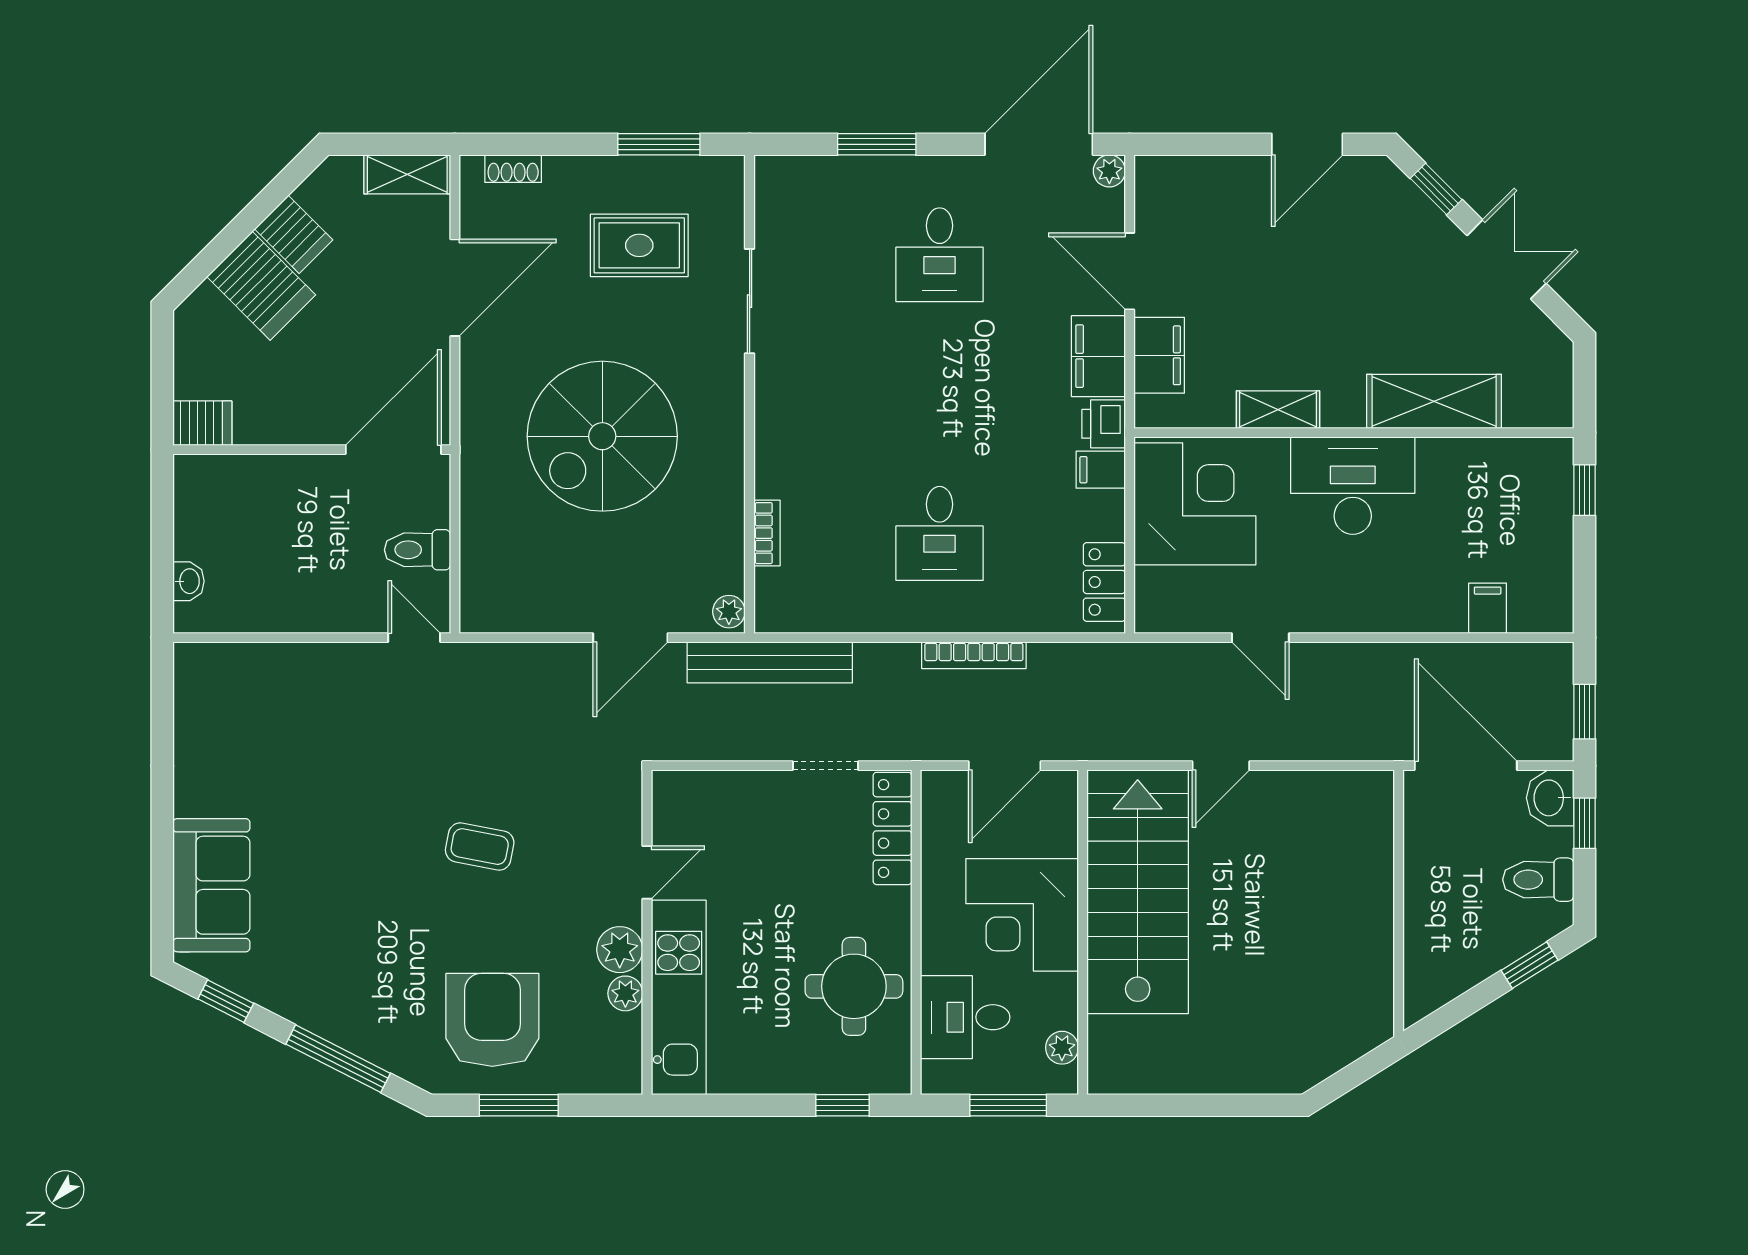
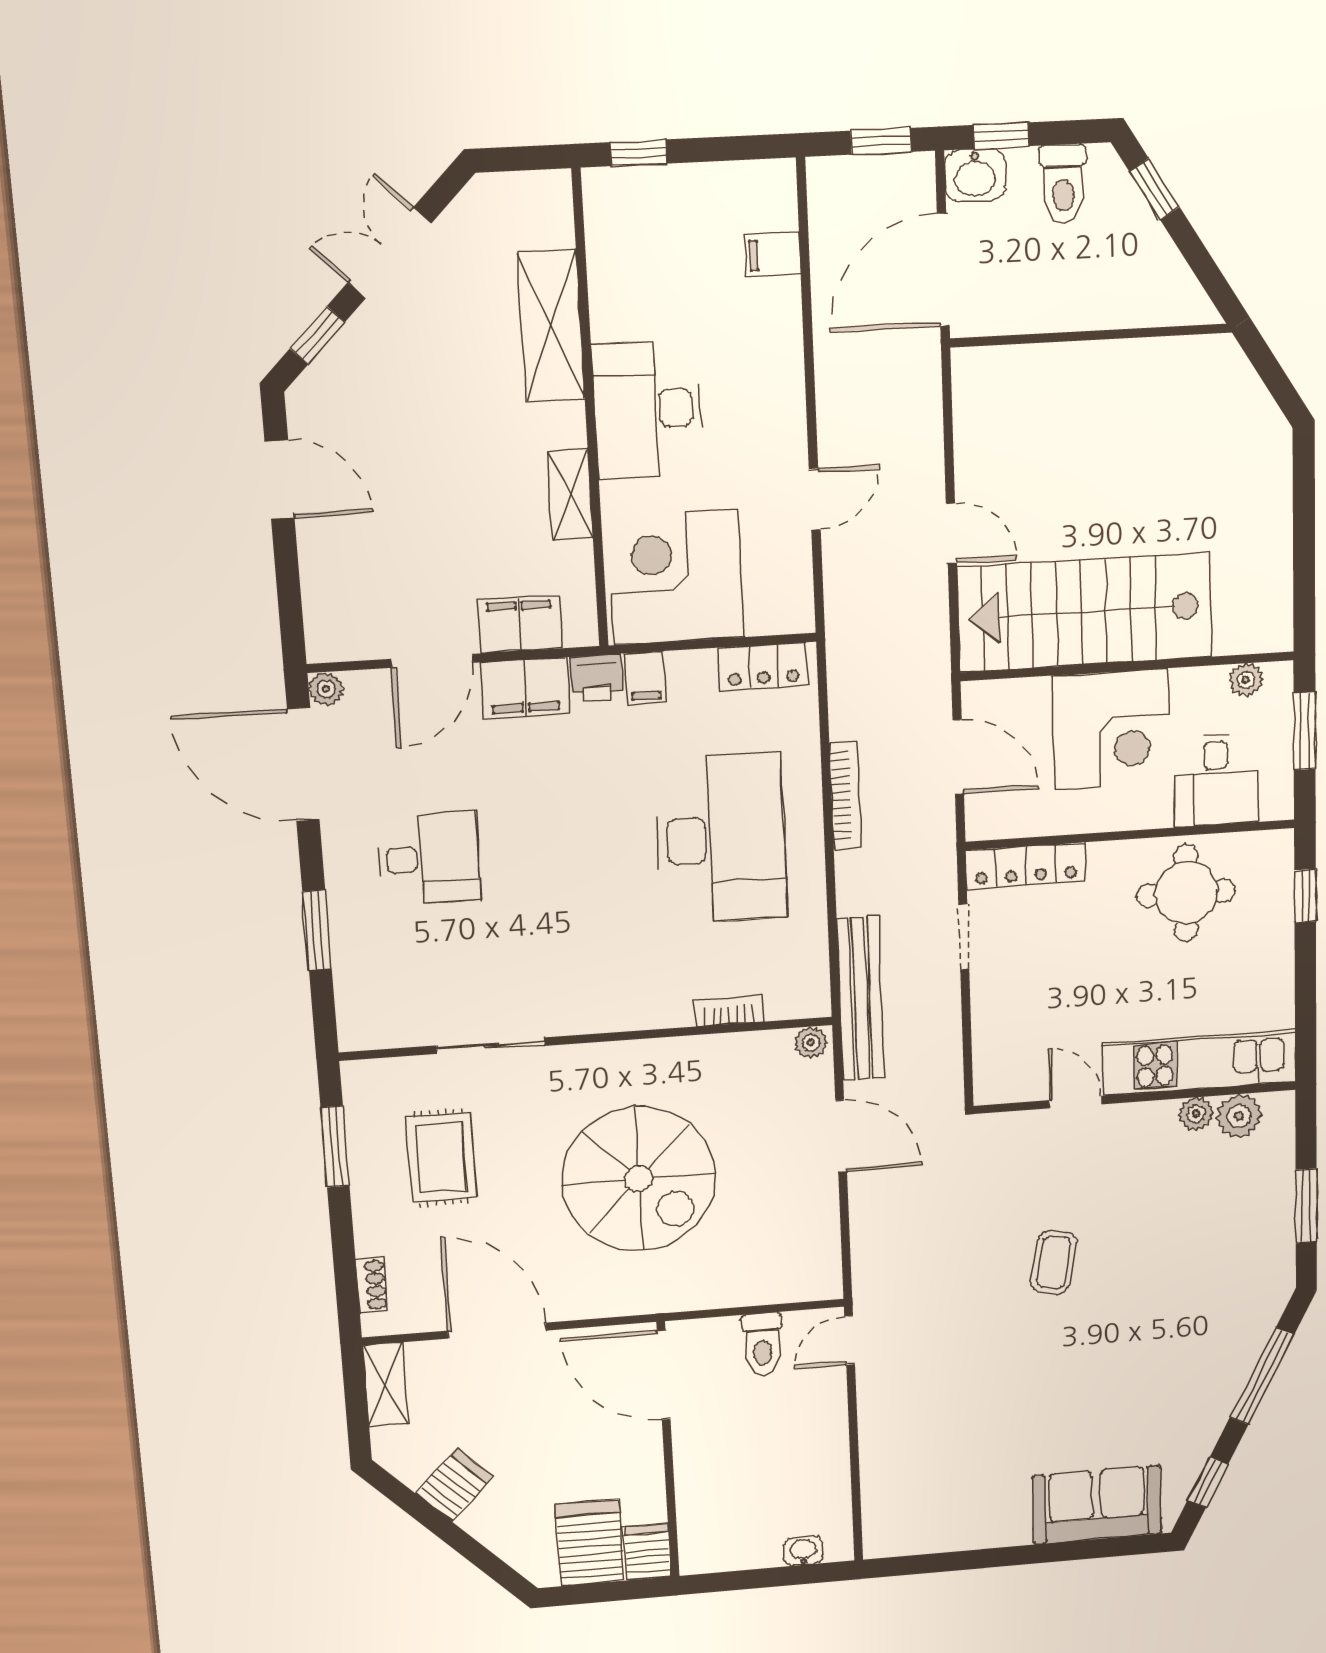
server rack: (261, 286) -> (590, 1543), moved, turned -45
desk: (940, 533) -> (721, 839), width x1.87, depth x1.30
plant: (620, 950) -> (1239, 1116), moved
armchair: (492, 1020) -> (1223, 1237), removed

